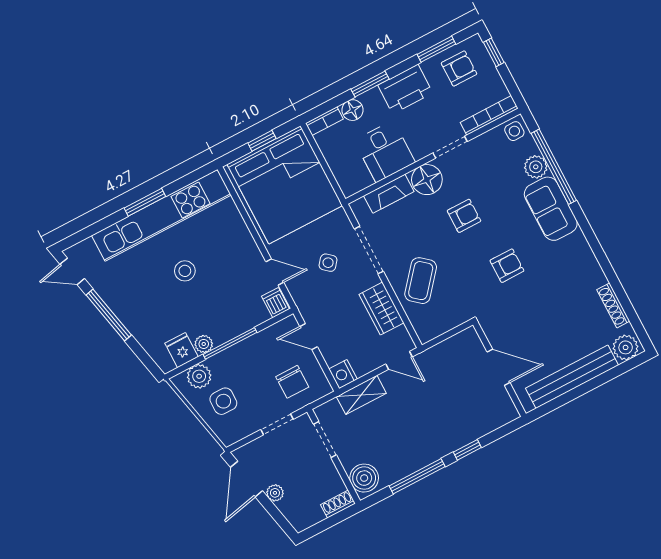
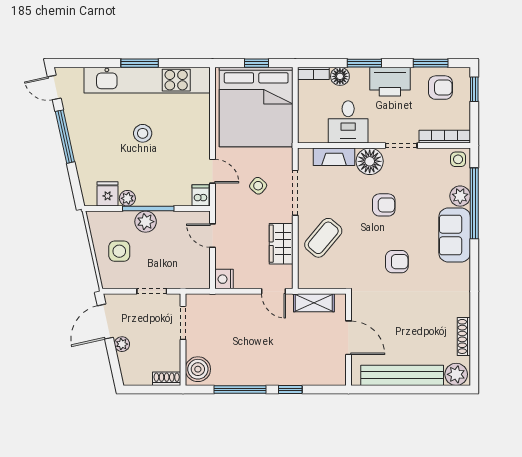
plant: (199, 376) -> (146, 222), moved
chair: (292, 382) -> (181, 264), removed
shelving: (361, 395) -> (314, 303), moved

